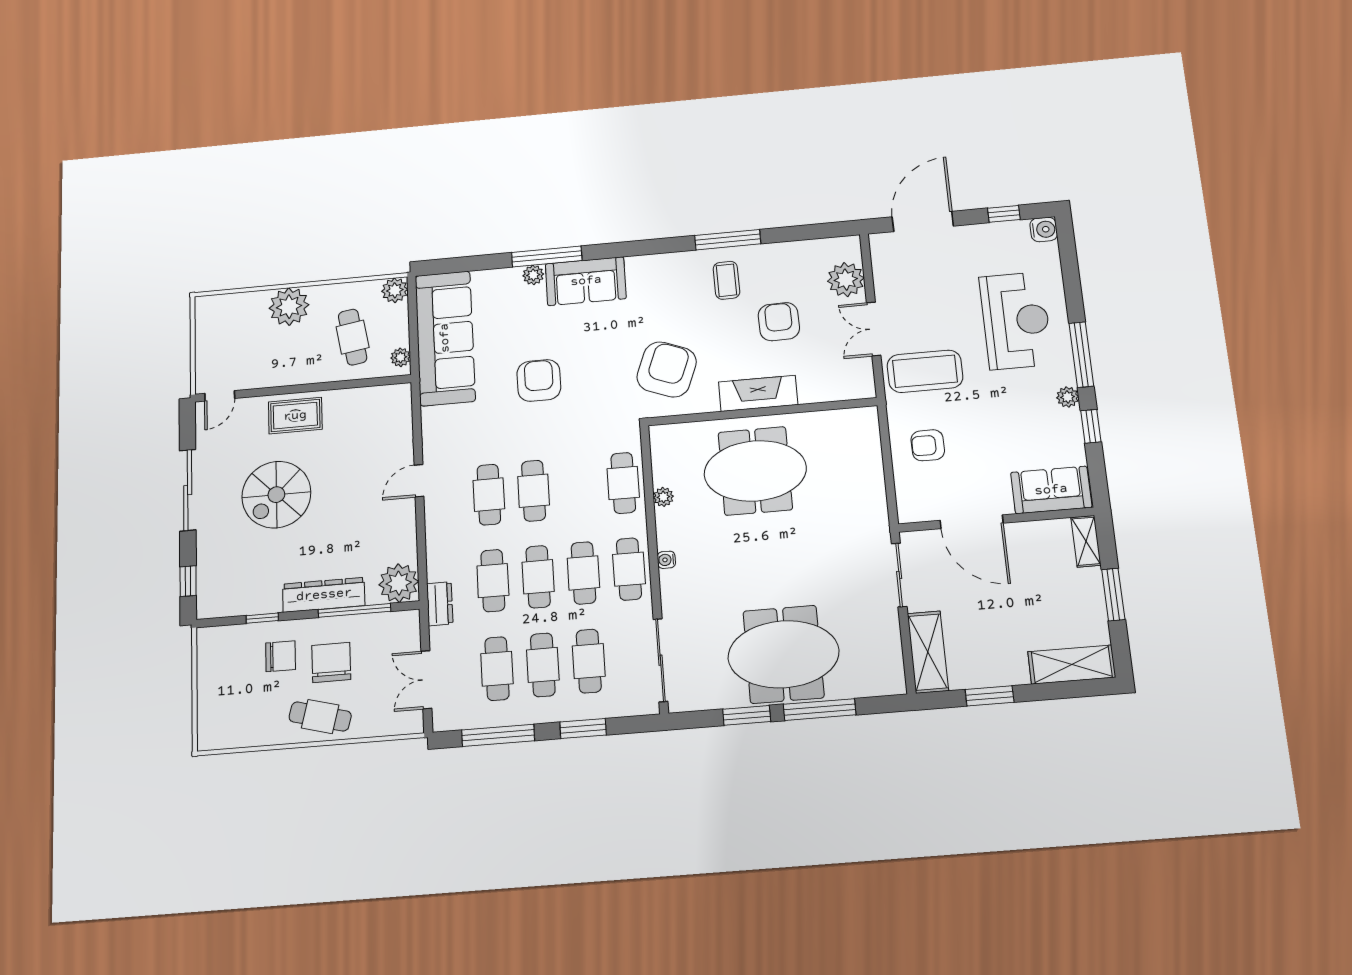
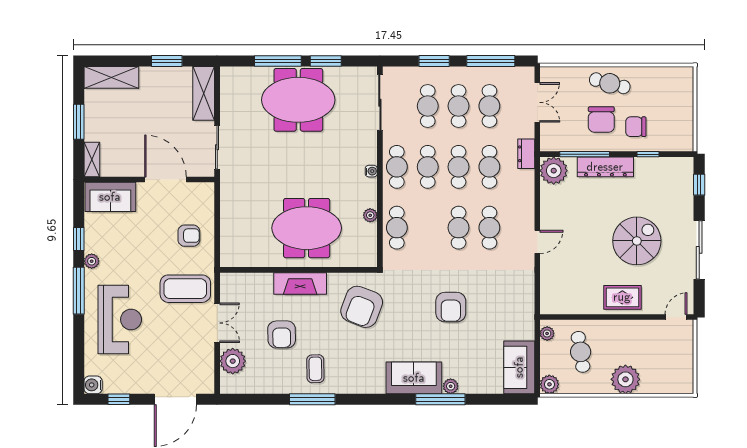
reception desk: (1016, 321) -> (120, 320), turned 180
sofa: (445, 338) -> (519, 367), width x0.54, depth x0.79

